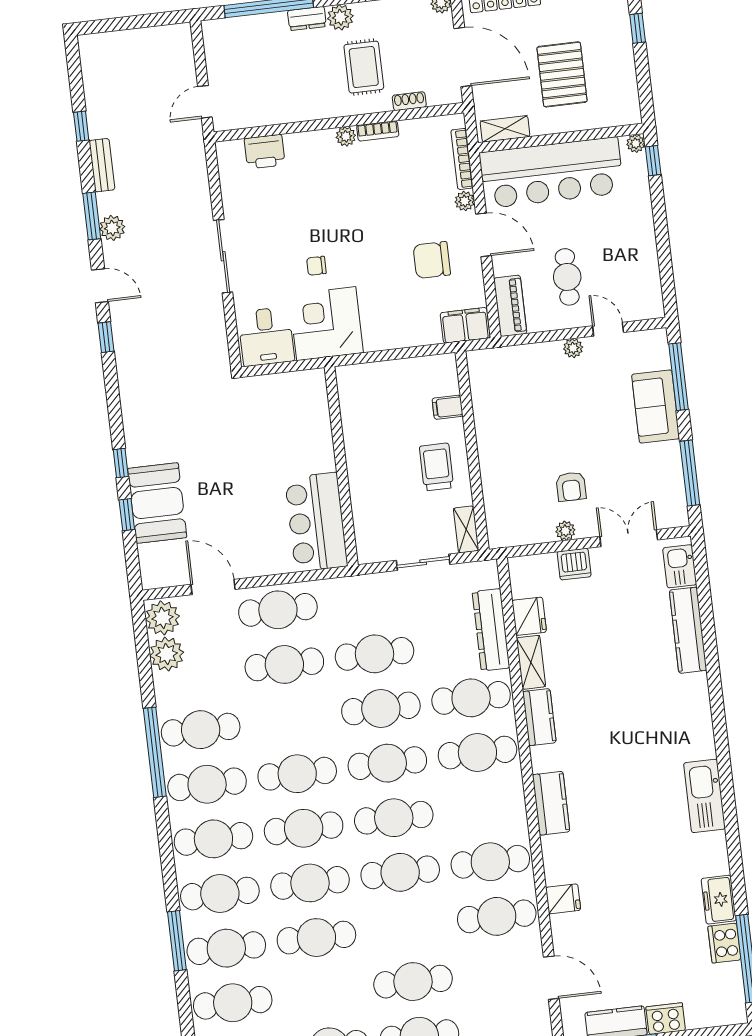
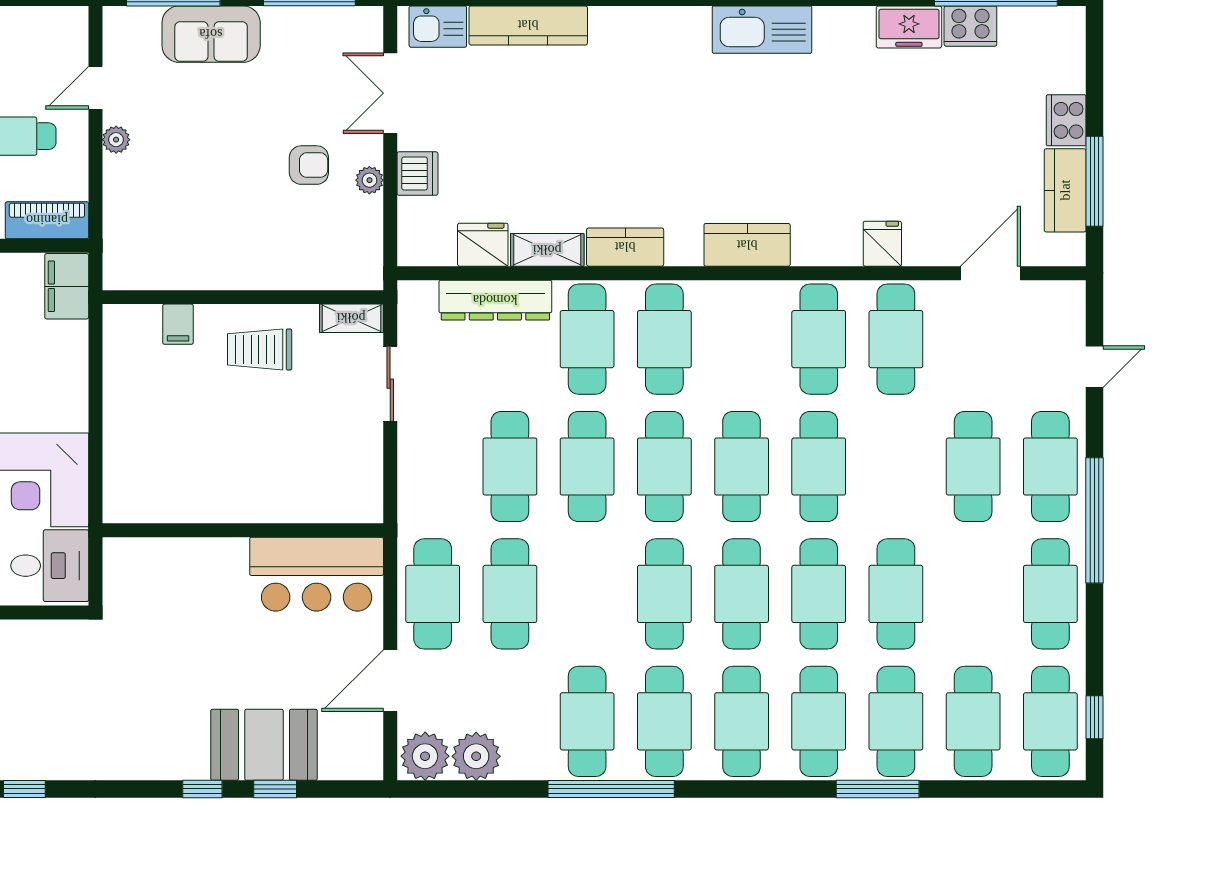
wall: (341, 466) -> (243, 530), moved
bar counter: (316, 522) -> (317, 574), moved

